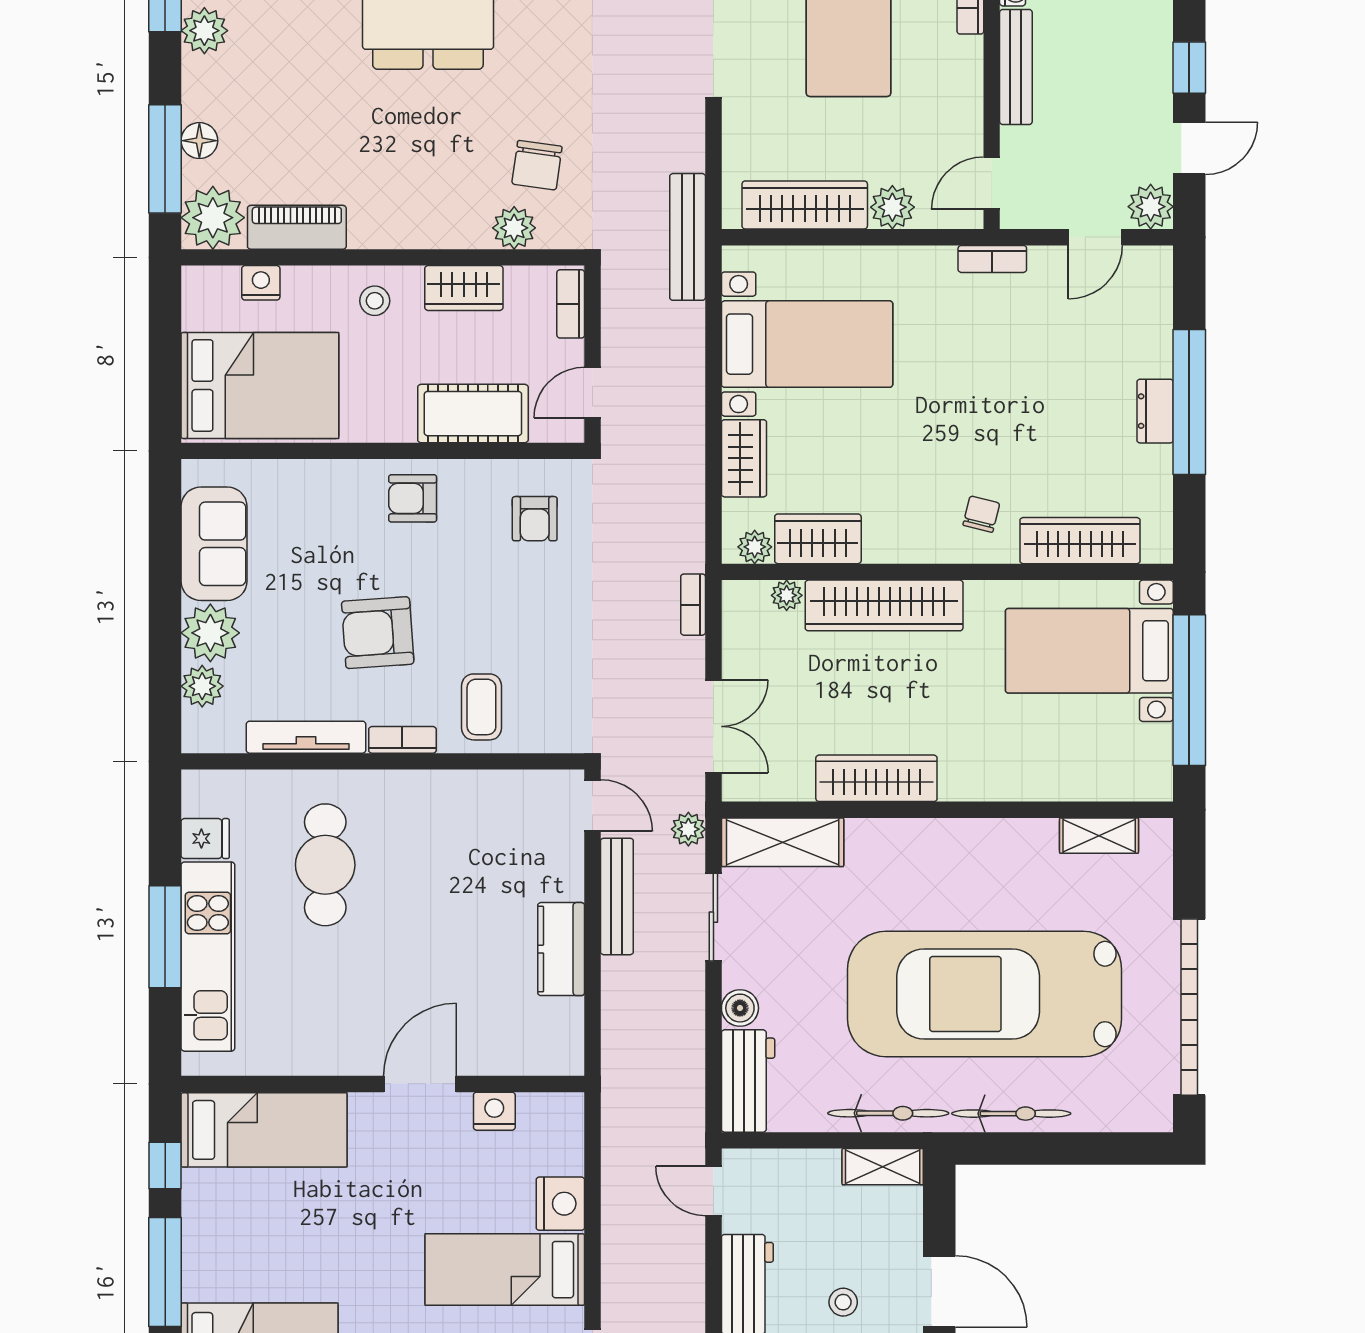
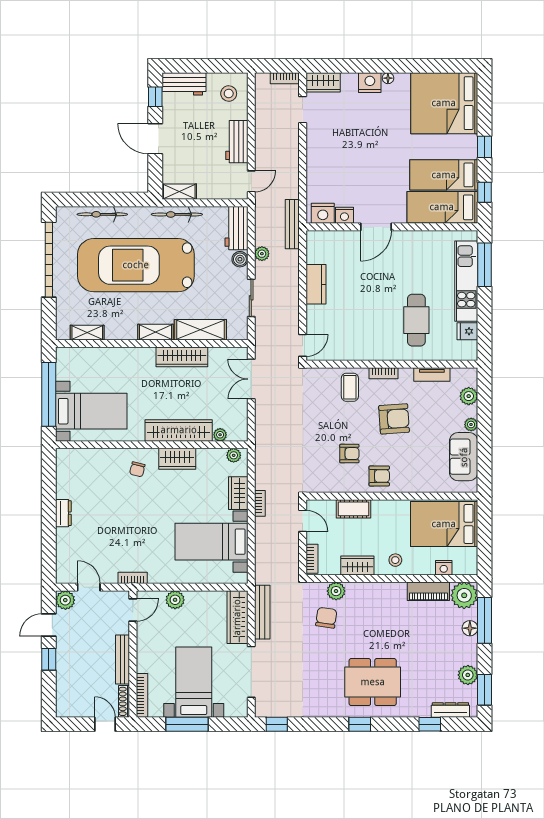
wardrobe: (805, 205) -> (237, 617), moved, turned 90
bench: (688, 237) -> (262, 612), moved
door: (1095, 237) -> (89, 587), hinge flipped
door: (592, 393) -> (303, 521), hinge flipped
window: (1189, 402) -> (49, 517), removed
cot: (473, 414) -> (354, 509), width x0.73, depth x0.75
armchair: (535, 519) -> (349, 454), moved, turned 90
wardrobe: (818, 539) -> (177, 459), moved
wardrobe: (1080, 541) -> (95, 458), removed
bookcase: (693, 605) -> (260, 503), moved
plant: (210, 633) -> (471, 425), width x0.53, depth x0.53
tv unit: (306, 737) -> (432, 374), width x0.71
door: (592, 805) -> (303, 345), swing flipped
plant: (688, 829) -> (262, 254), moved
shelving: (939, 836) -> (155, 332), added
shelving: (783, 842) -> (200, 330), moved
bench: (617, 896) -> (292, 224), moved
window: (165, 937) -> (484, 265), moved
car: (985, 994) -> (136, 265), turned 180
bicycle: (1011, 1114) -> (102, 214), moved
door: (713, 1191) -> (251, 181), hinge flipped
nightstand: (560, 1204) -> (323, 213), moved, turned -90
bed: (505, 1270) -> (444, 175), moved, turned 180
window: (165, 1272) -> (484, 147), width x0.46
stool: (843, 1302) -> (196, 134), removed

